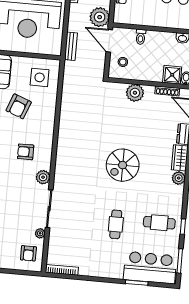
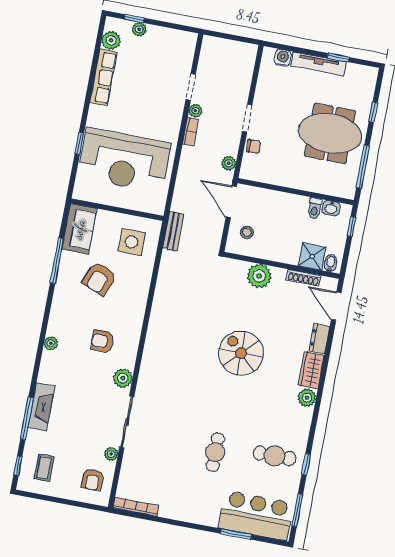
plant: (100, 17) -> (229, 163), width x0.53, depth x0.53
toilet: (141, 37) -> (315, 208), moved
bench: (71, 46) -> (173, 231), moved
spiral stairs: (123, 165) -> (241, 353), moved, turned 90

